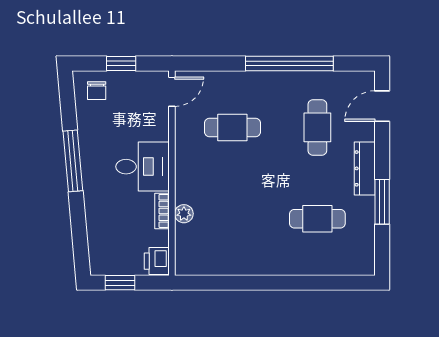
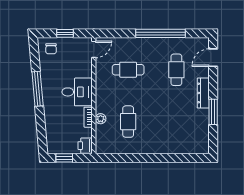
cafe table: (317, 219) -> (128, 122), moved, turned 90

